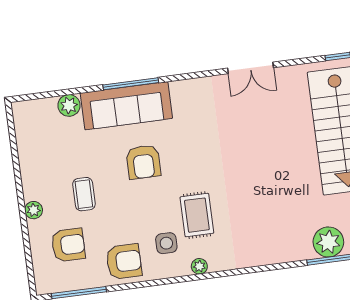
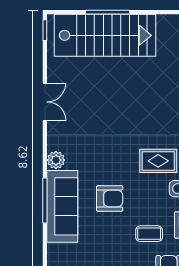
plant: (69, 105) -> (56, 160), moved
coffee table: (84, 194) -> (149, 234), moved

